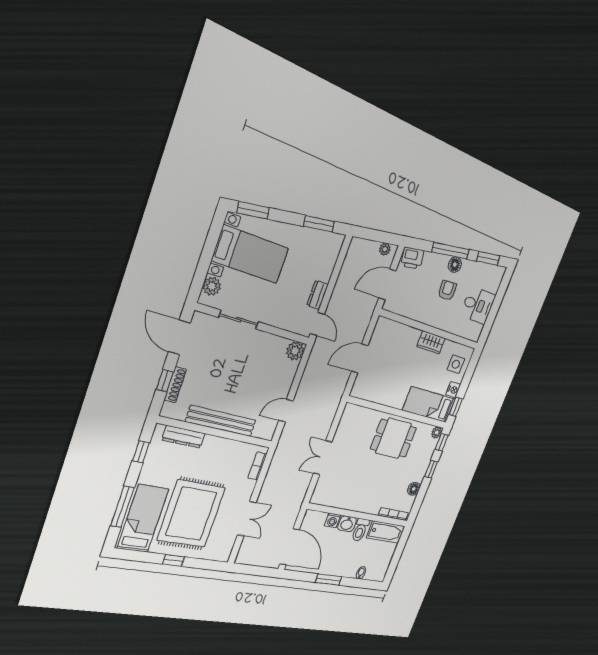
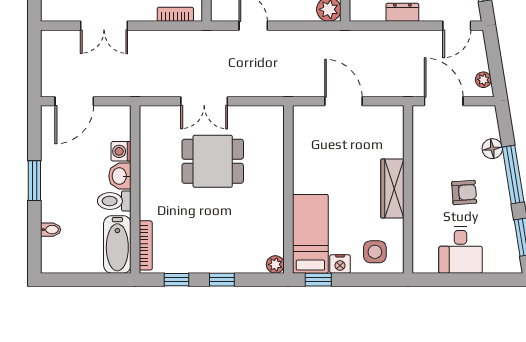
printer: (412, 258) -> (486, 123), removed
floor lamp: (455, 265) -> (492, 149), moved
door: (317, 324) -> (457, 26), moved
wardrobe: (431, 342) -> (392, 189), width x1.50
dining table: (394, 438) -> (213, 161), moved, turned 90
window: (442, 442) -> (177, 280), moved
double door: (323, 458) -> (204, 101), swing flipped
floor lamp: (414, 489) -> (188, 263), removed
door: (289, 547) -> (74, 101), width x0.73

